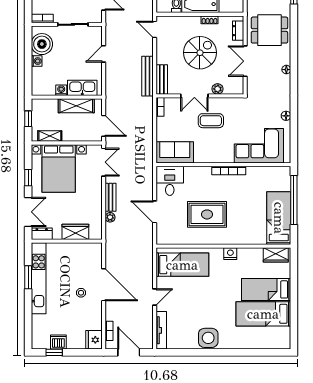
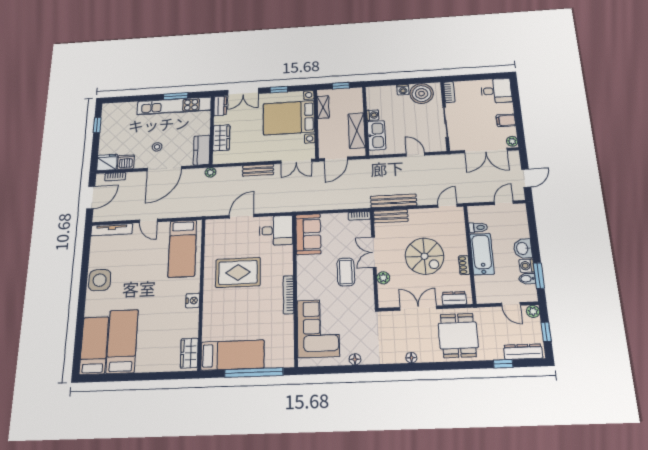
rug: (207, 214) -> (238, 273), turned 90
plant: (110, 217) -> (210, 172), moved
kitchen counter: (87, 250) -> (202, 150), added
bed: (266, 289) -> (94, 346), moved
dishwasher: (58, 342) -> (126, 162), moved, turned -90

